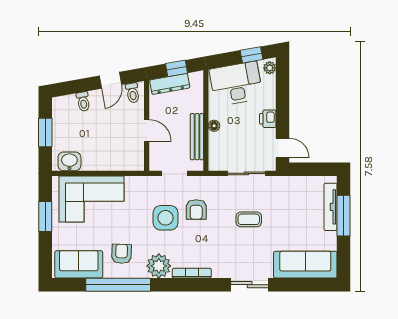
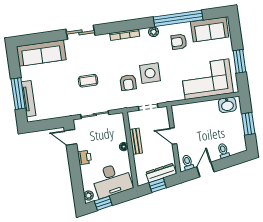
bench: (197, 137) -> (136, 141), width x0.73
armchair: (196, 209) -> (128, 83), turned 180
armchair: (122, 254) -> (179, 42), turned 88
plant: (159, 266) -> (154, 32), width x0.53, depth x0.53

